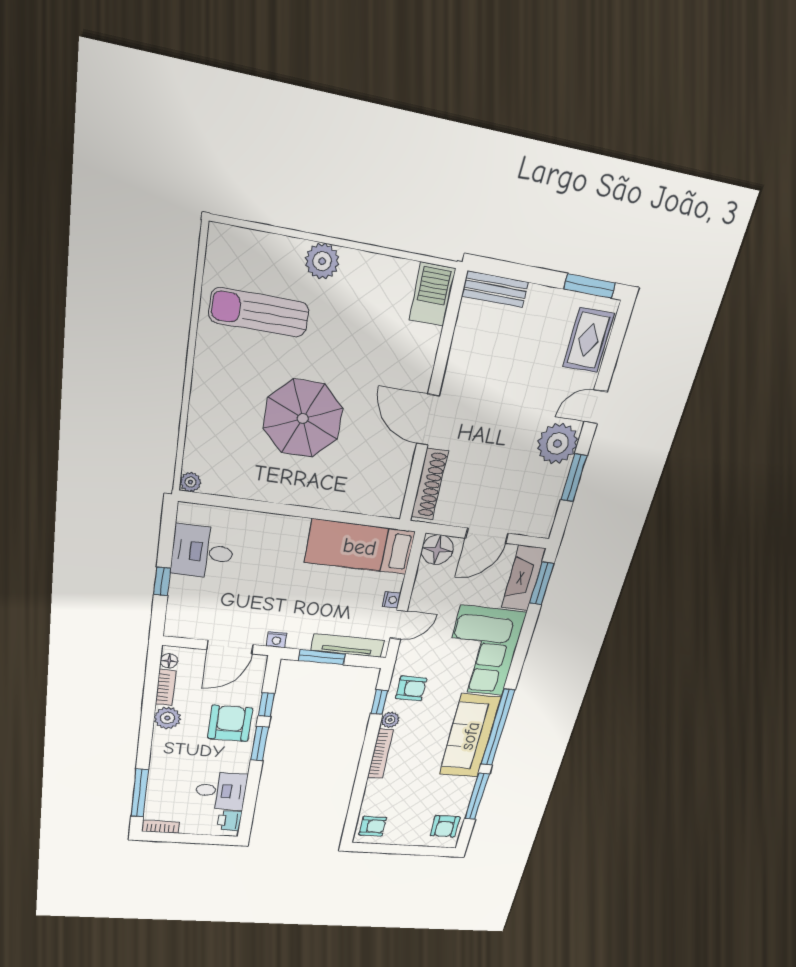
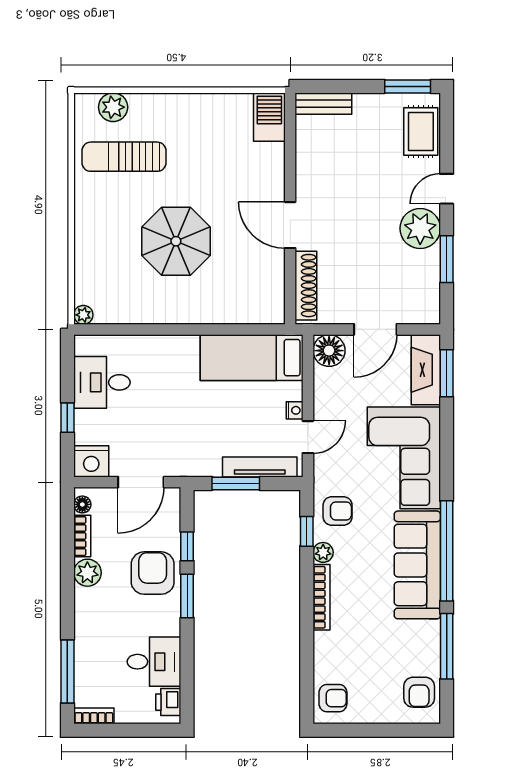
plant: (322, 261) -> (113, 107), moved
nightstand: (277, 640) -> (91, 461), moved, width x1.89, depth x1.79

